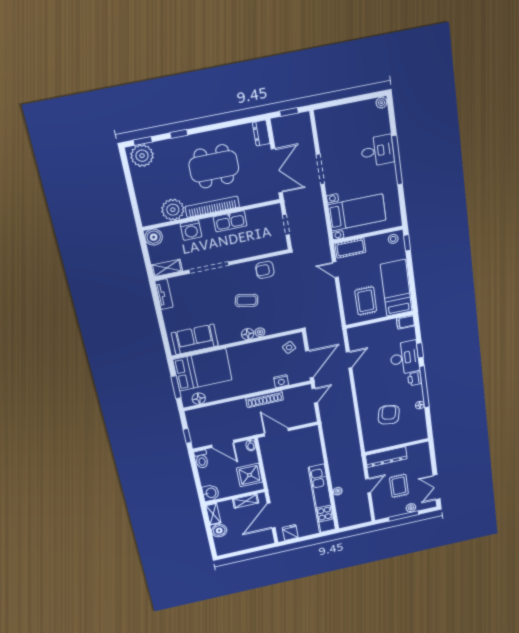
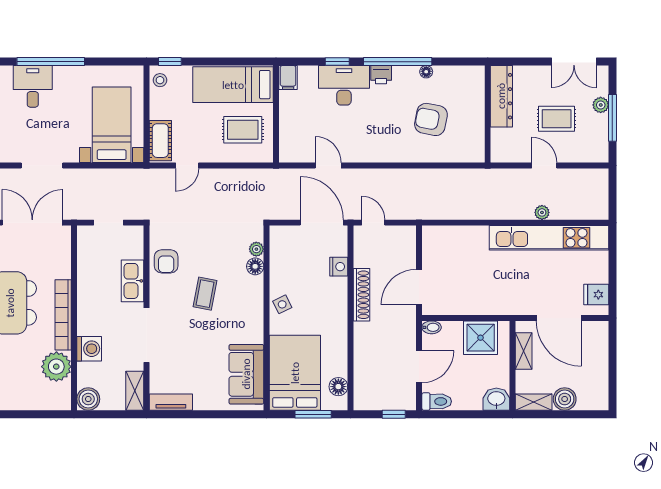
kitchen sink: (230, 221) -> (133, 281), moved, turned 180
plant: (260, 332) -> (256, 249), moved
floor lamp: (248, 334) -> (255, 266), moved
side table: (289, 347) -> (282, 304), moved
dresser: (386, 457) -> (501, 96), moved

